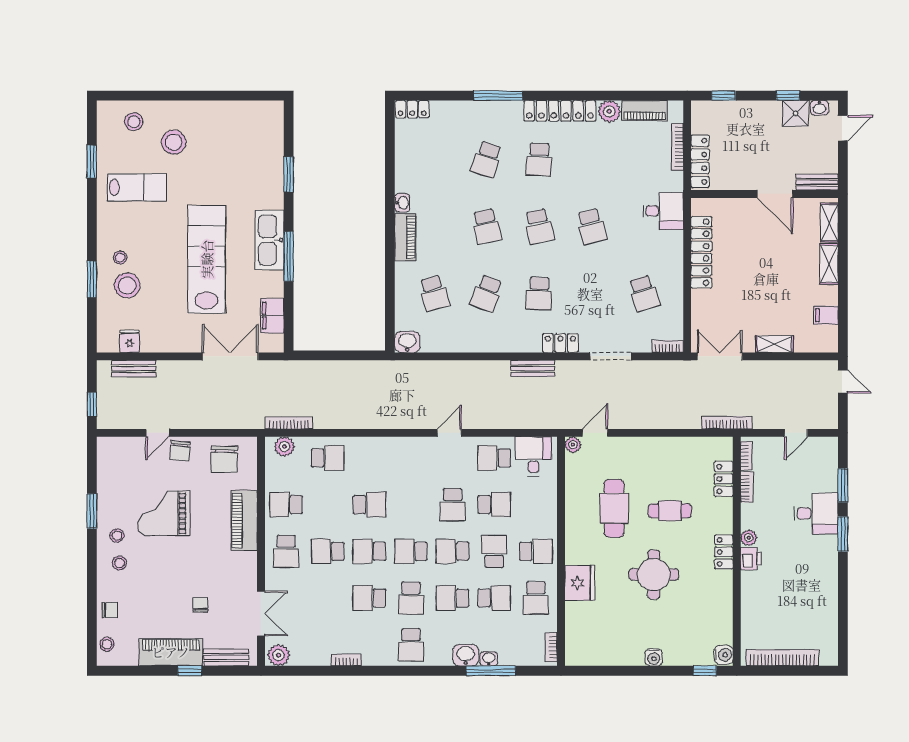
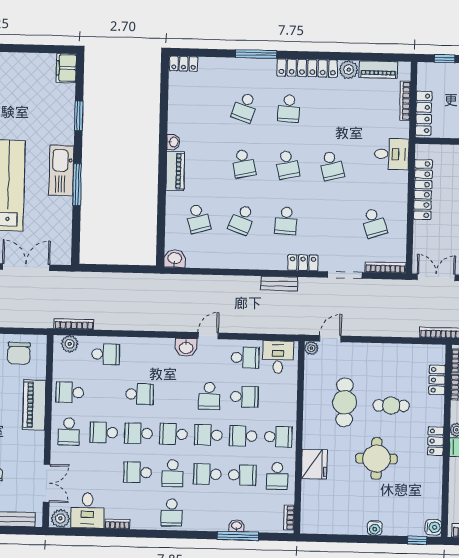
filing cabinet: (272, 316) -> (66, 68), moved
bookcase: (668, 346) -> (385, 267), width x1.56
school desk: (494, 458) -> (245, 358), turned 180
school desk: (494, 551) -> (243, 436), turned -90
desk: (311, 645) -> (87, 510), added
washbasin: (466, 655) -> (186, 347), moved, turned 180

